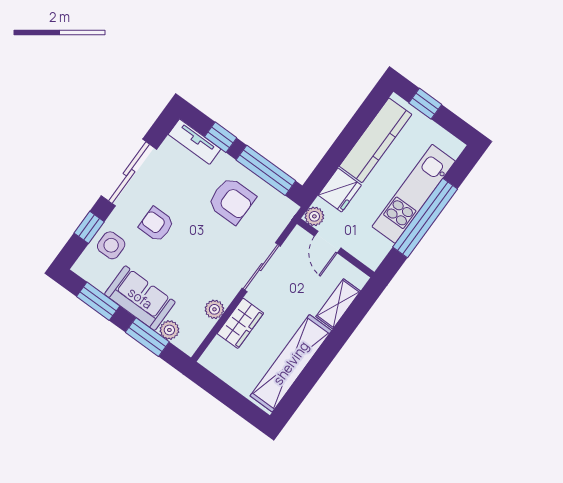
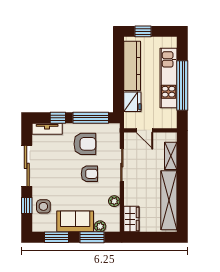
plant: (314, 216) -> (129, 123), removed
armchair: (156, 224) -> (89, 174), moved, turned 180
wardrobe: (240, 323) -> (131, 219), moved

